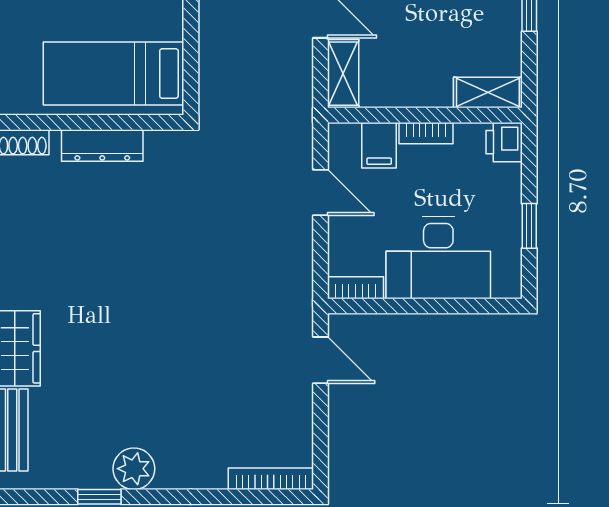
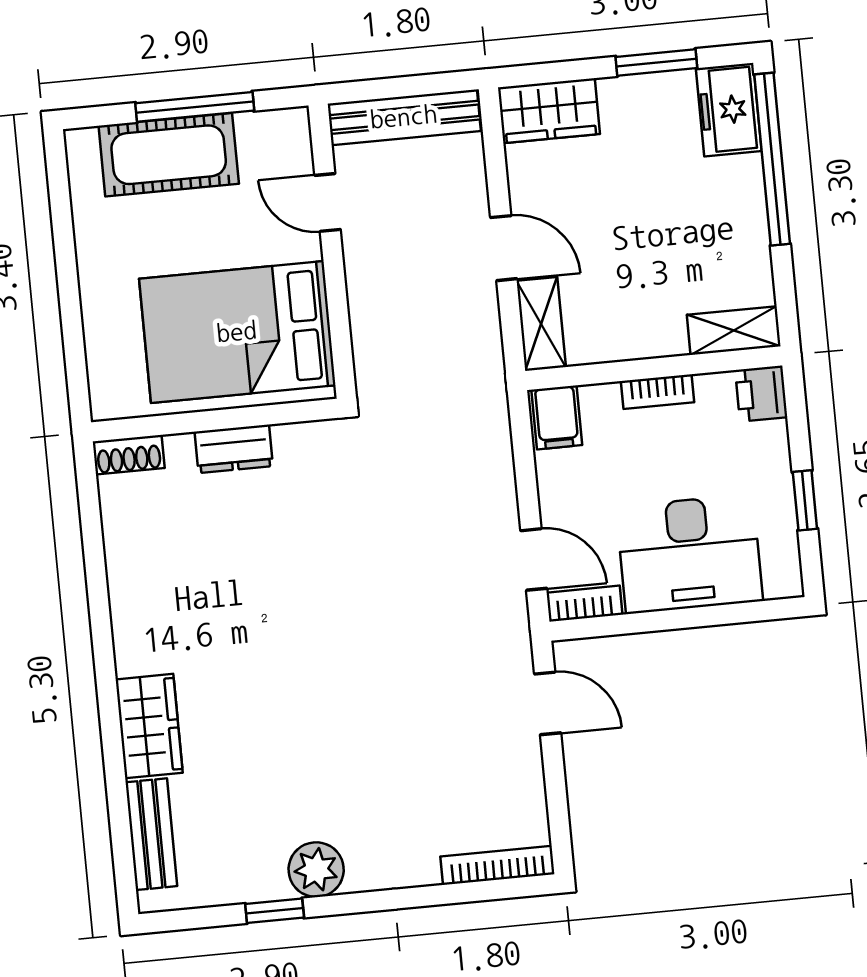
bed: (114, 73) -> (237, 332), width x1.50
dresser: (102, 145) -> (234, 449), width x0.70
filing cabinet: (379, 145) -> (557, 417), moved
door: (320, 193) -> (534, 559), moved

